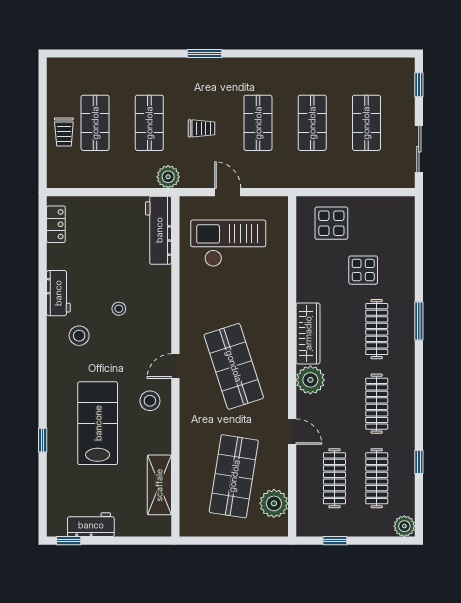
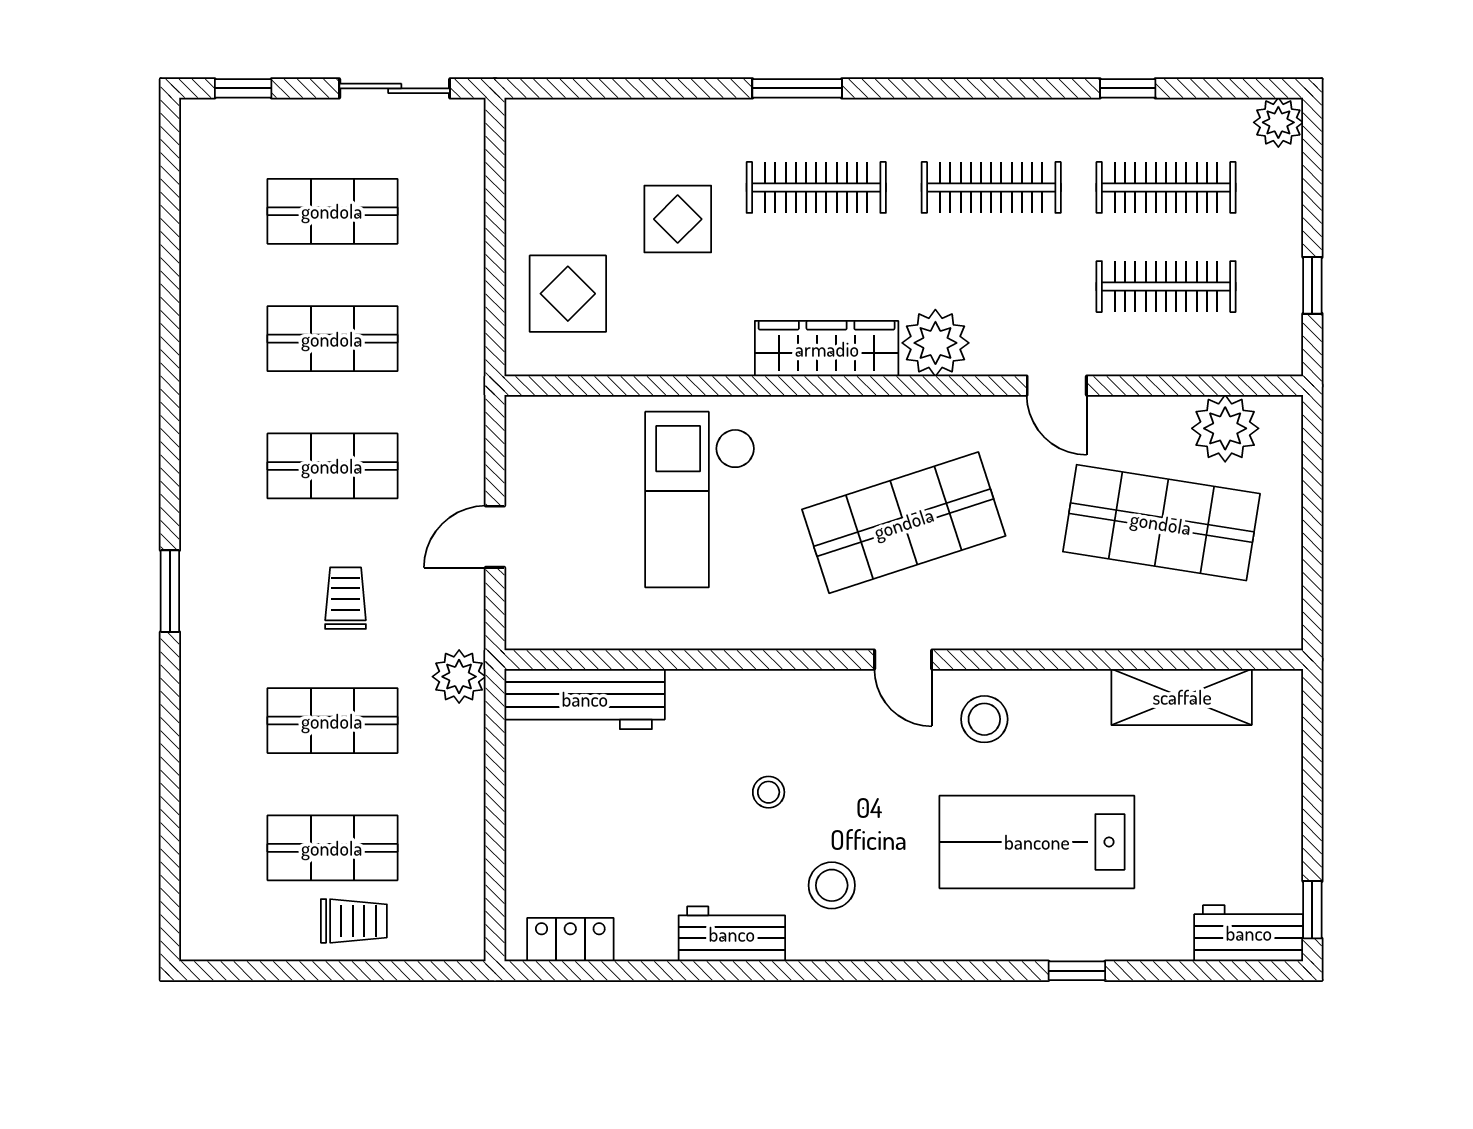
checkout: (228, 243) -> (700, 500), moved
door: (292, 432) -> (1057, 386), swing flipped
workbench: (91, 525) -> (1249, 933), moved, turned 90

